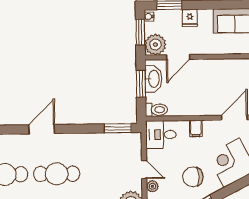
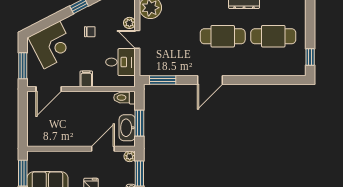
plant: (155, 45) -> (130, 156), width x0.53, depth x0.53
door: (42, 129) -> (210, 80), moved
desk: (161, 135) -> (121, 62), moved
chair: (193, 177) -> (90, 32), width x0.54, depth x0.54

